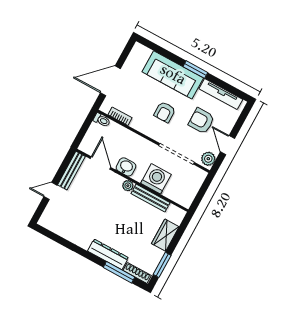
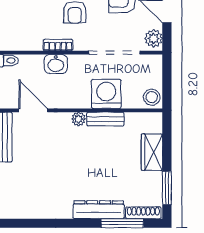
bookcase: (120, 116) -> (58, 45), moved
washbasin: (126, 167) -> (56, 64), moved, turned 180
bench: (151, 198) -> (105, 119), width x0.73
stool: (185, 198) -> (152, 97), added

